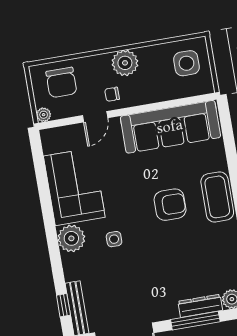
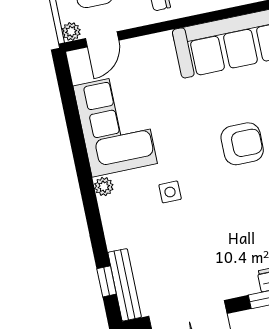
door: (95, 117) -> (102, 39), moved
plant: (71, 238) -> (104, 187), width x0.53, depth x0.53

